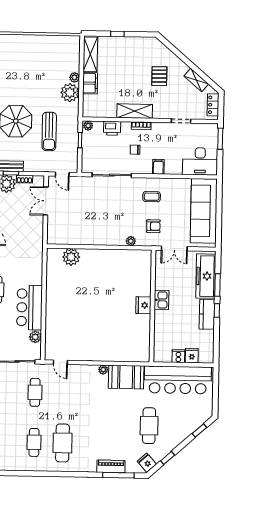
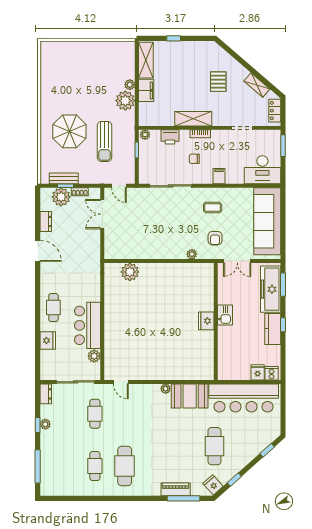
armchair: (153, 226) -> (215, 238), turned 90
window: (217, 285) -> (283, 285), moved
cooker: (178, 356) -> (272, 373), moved

